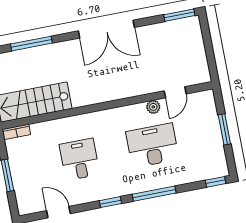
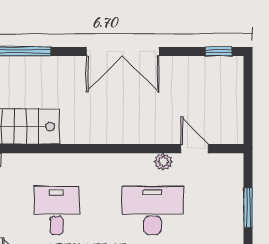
window: (179, 15) -> (219, 51), width x0.67
door: (175, 92) -> (195, 149), swing flipped

